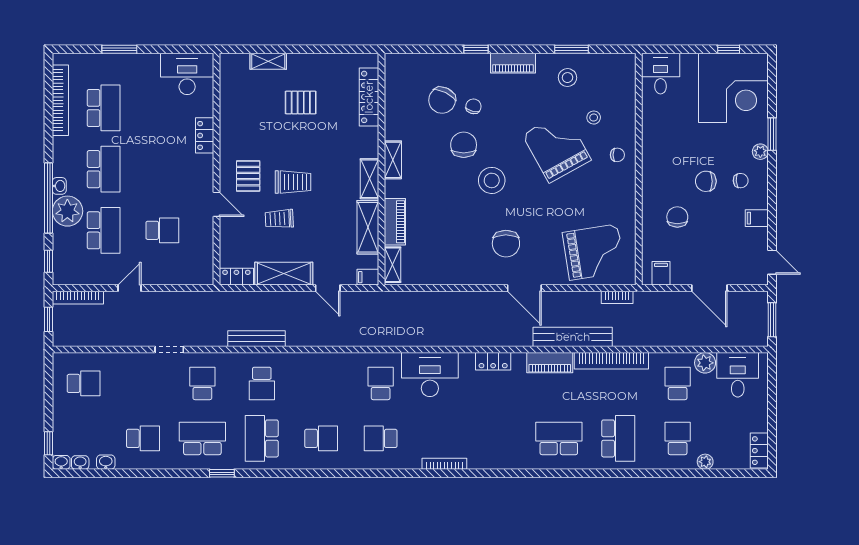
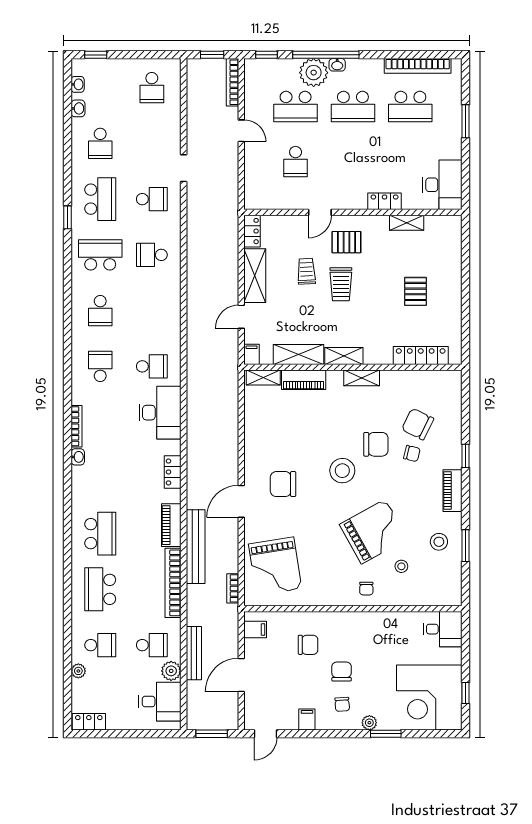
shelving: (268, 61) -> (407, 223), moved, turned 90
bench: (257, 339) -> (194, 653), moved
school desk: (618, 438) -> (100, 589), turned 90
washbasin: (61, 462) -> (78, 457), moved

